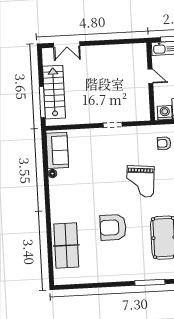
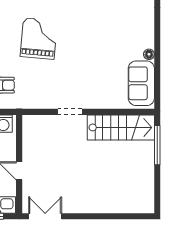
double door: (67, 44) -> (45, 216), moved
stairs: (54, 92) -> (121, 127), moved, turned -90

